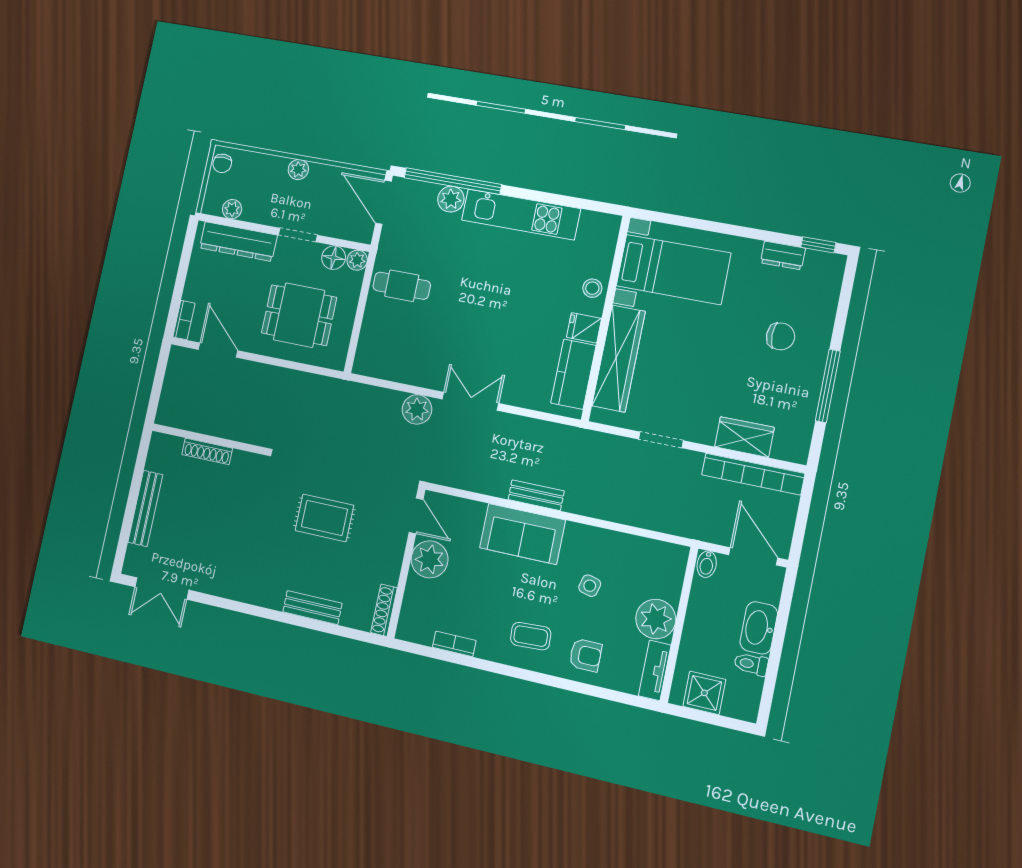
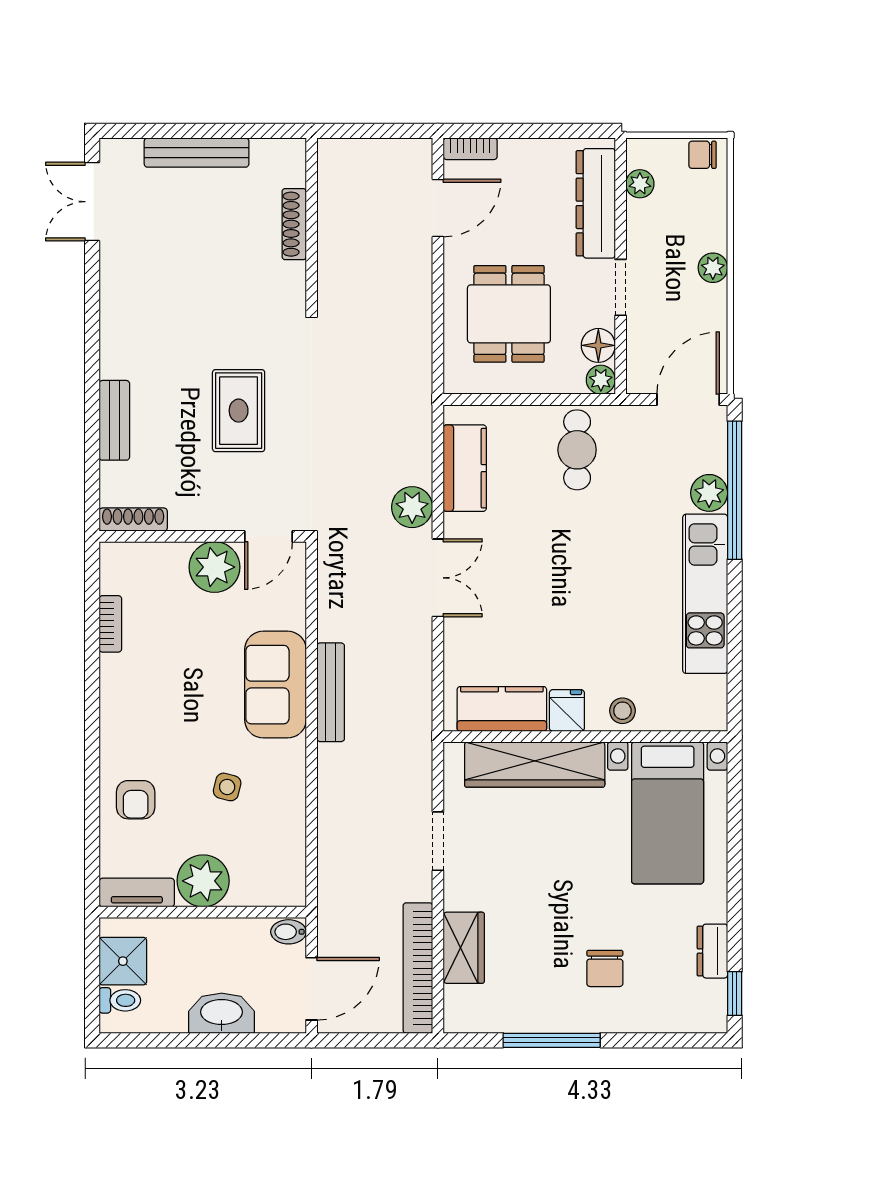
kitchen counter: (398, 367) -> (465, 468), added
bench: (536, 495) -> (331, 692), width x1.36
coffee table: (531, 636) -> (144, 723), removed
toilet: (751, 664) -> (120, 1000), moved, turned 90

